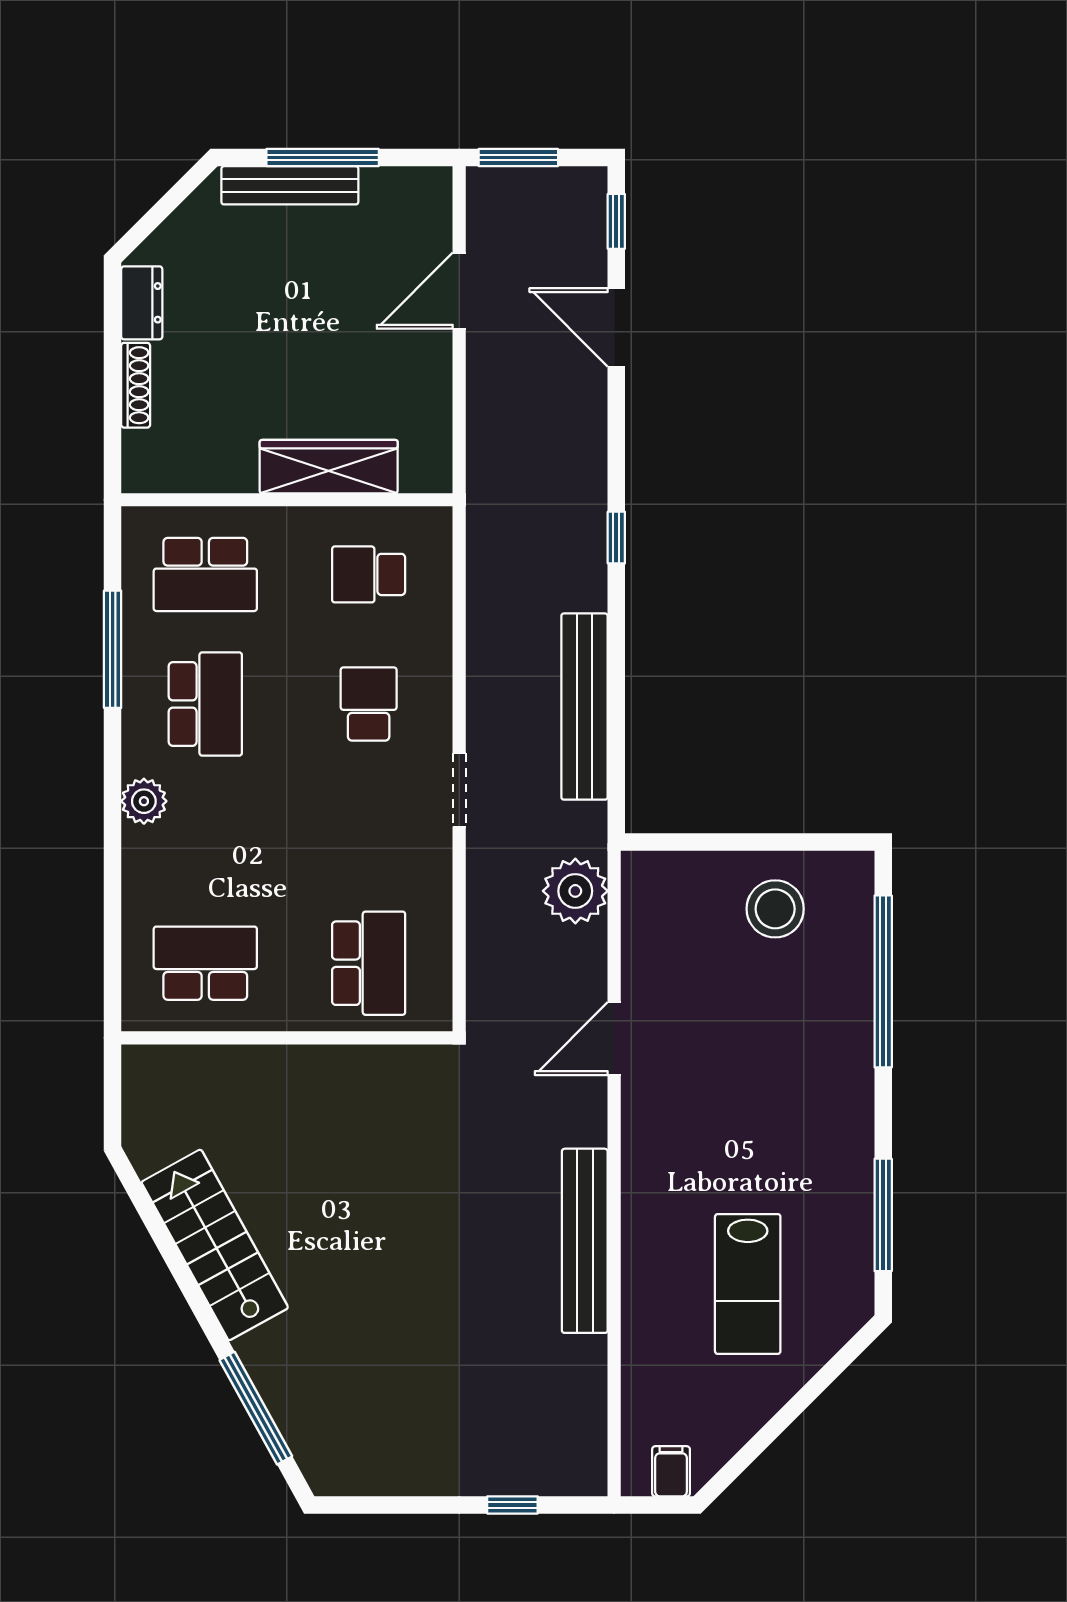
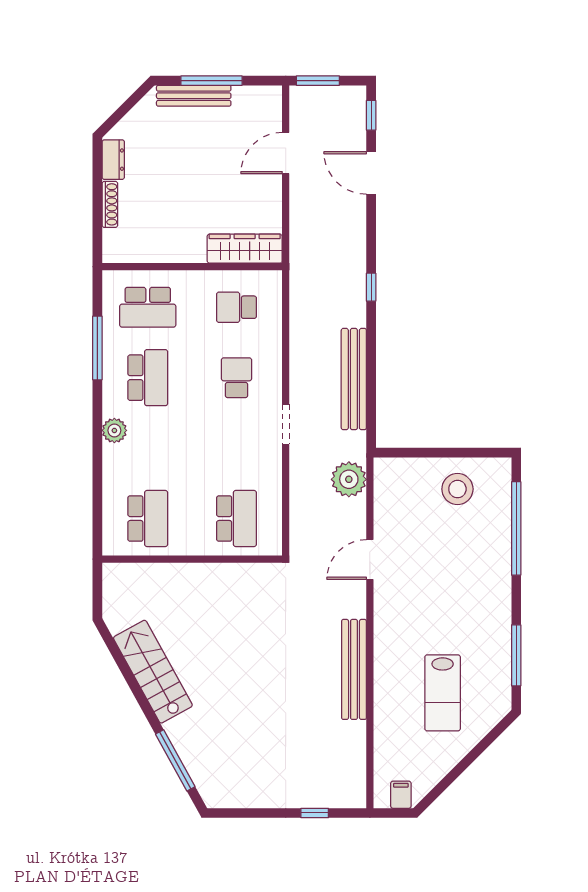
wardrobe: (329, 467) -> (245, 249), moved
school desk: (205, 963) -> (148, 519), turned 90

